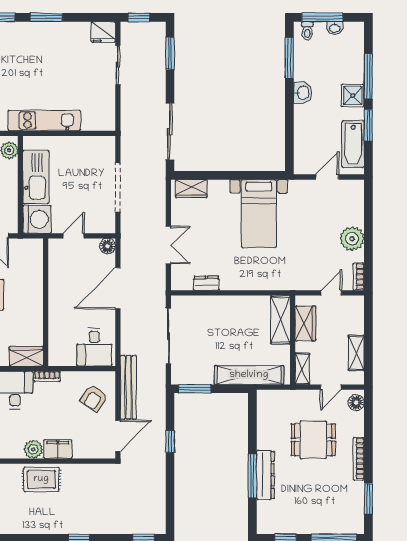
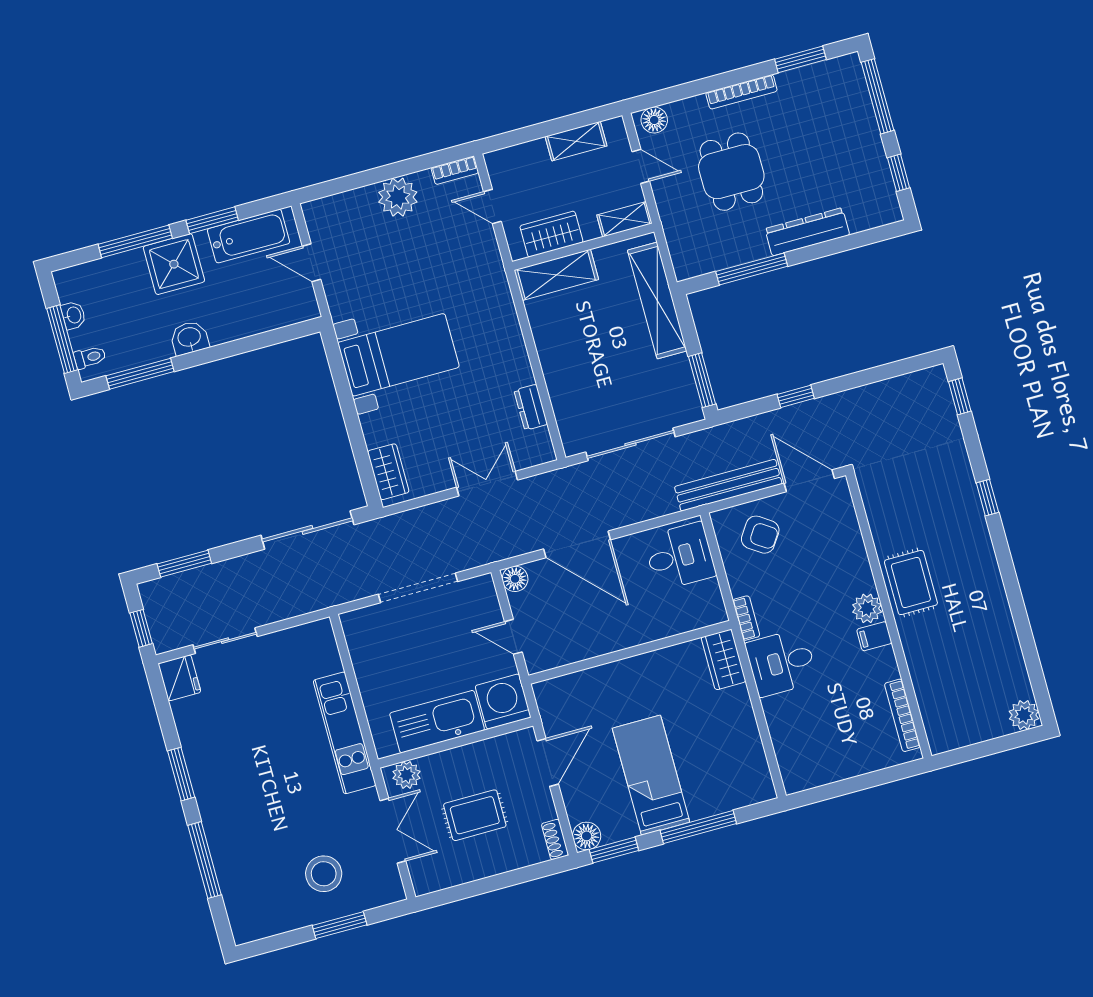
shower: (353, 96) -> (174, 264), width x1.36, depth x1.36
filing cabinet: (58, 449) -> (874, 636), moved, width x0.50
window: (252, 476) -> (752, 269), moved

